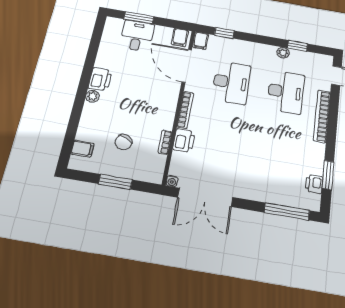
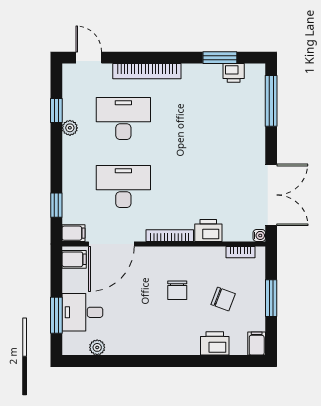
printer: (100, 79) -> (215, 343), moved
plant: (92, 96) -> (97, 347), moved
chair: (139, 108) -> (177, 290), added
bookcase: (165, 142) -> (241, 252), moved
filing cabinet: (82, 149) -> (257, 344), moved

